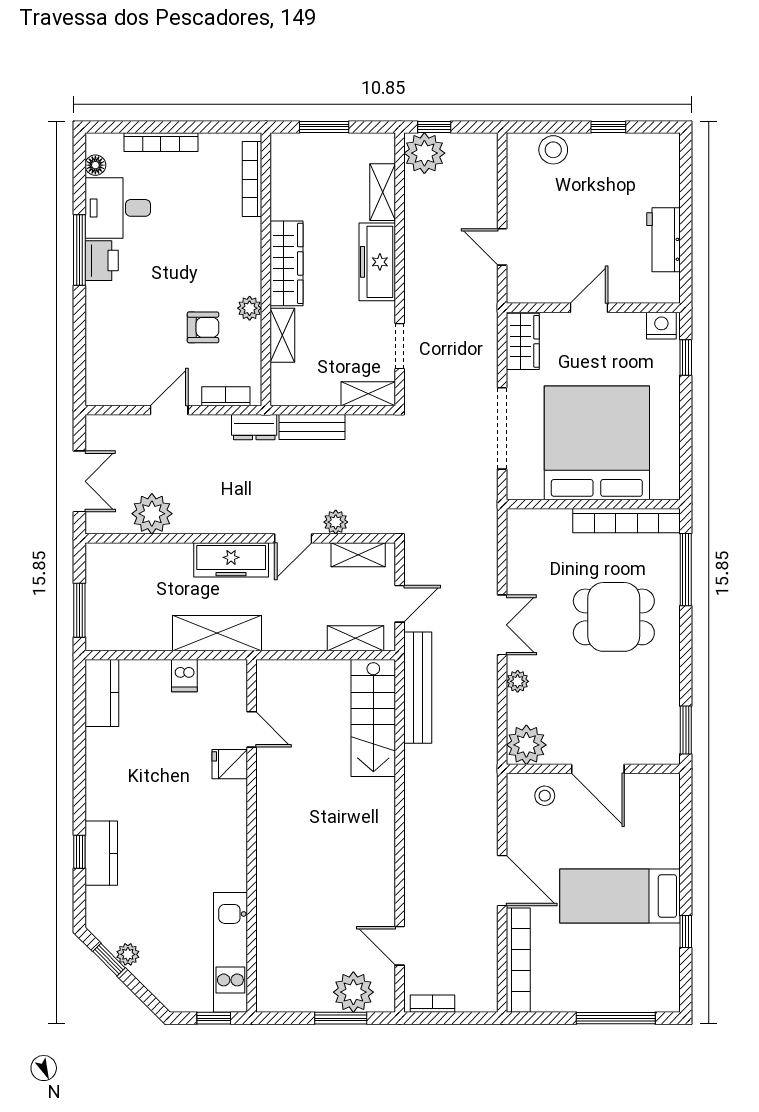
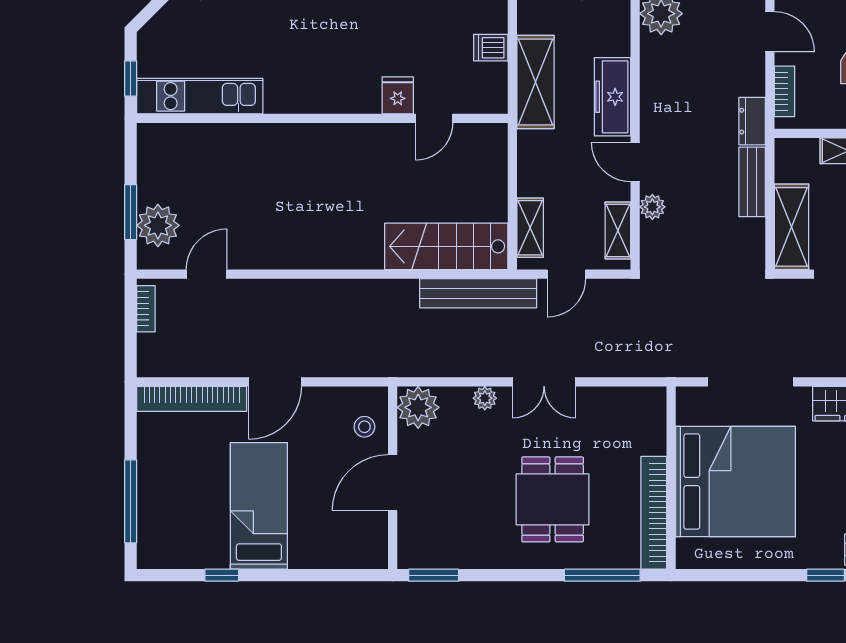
shelving: (368, 394) -> (792, 227), width x1.50, depth x1.33
door: (400, 604) -> (566, 274), hinge flipped

